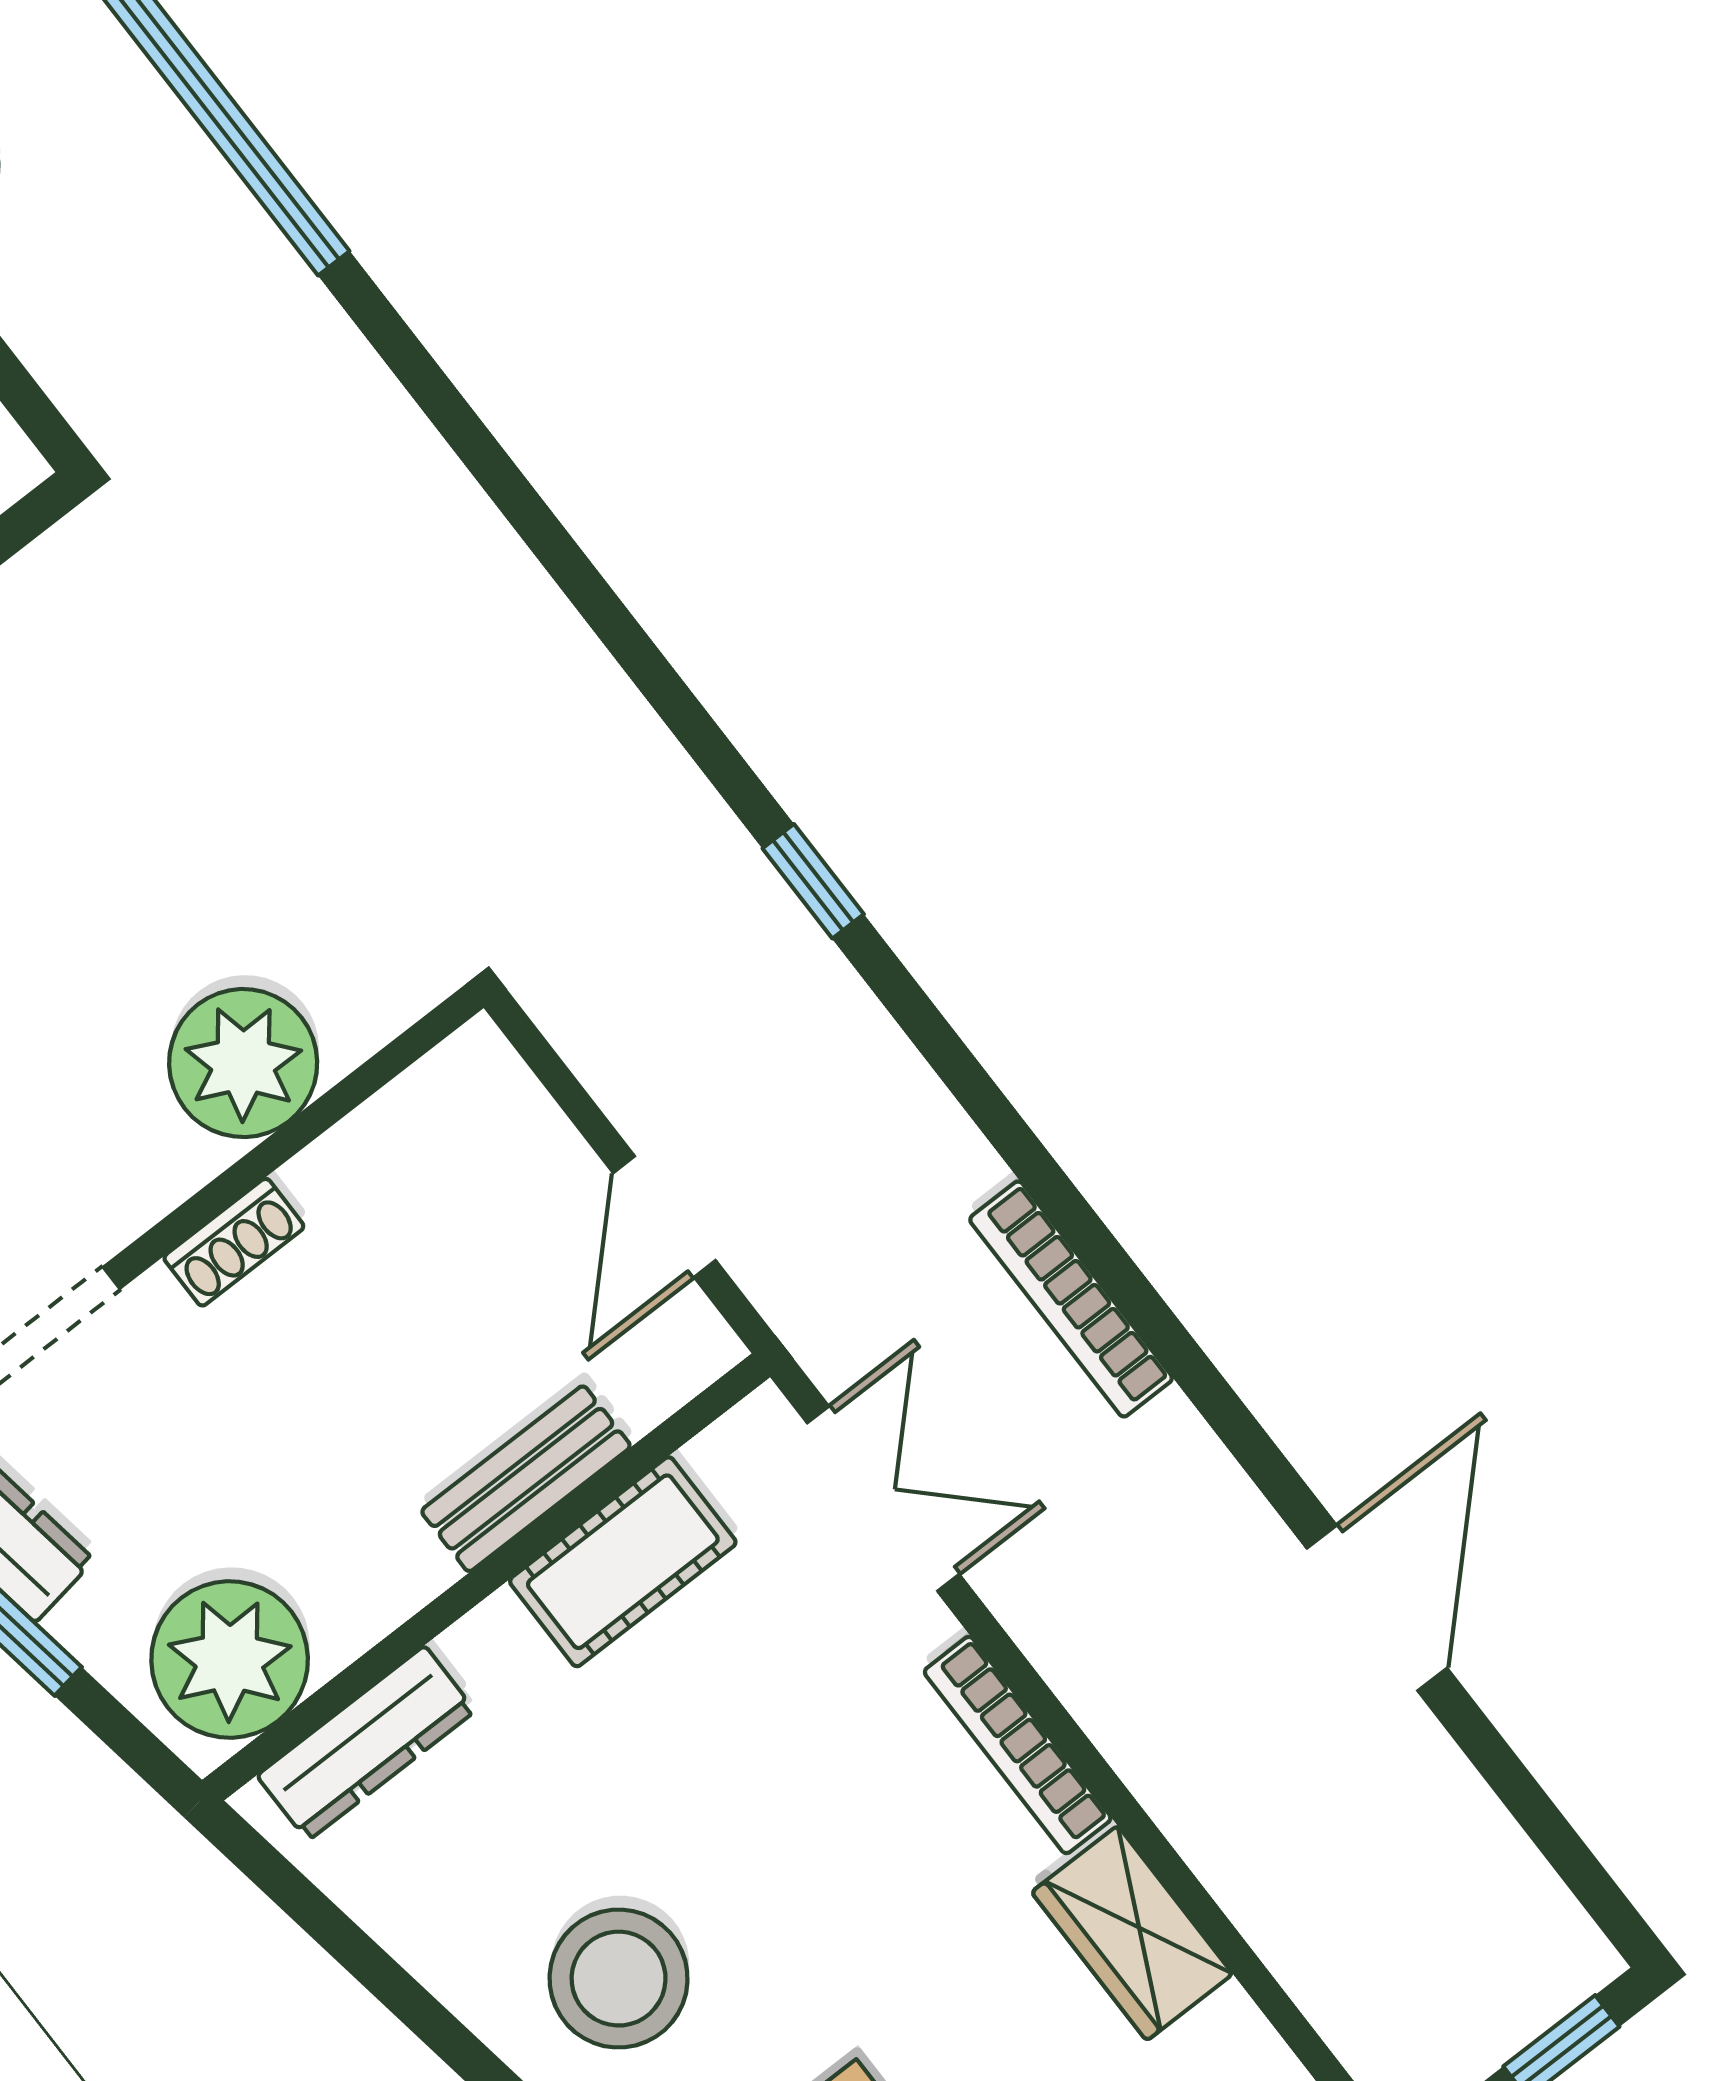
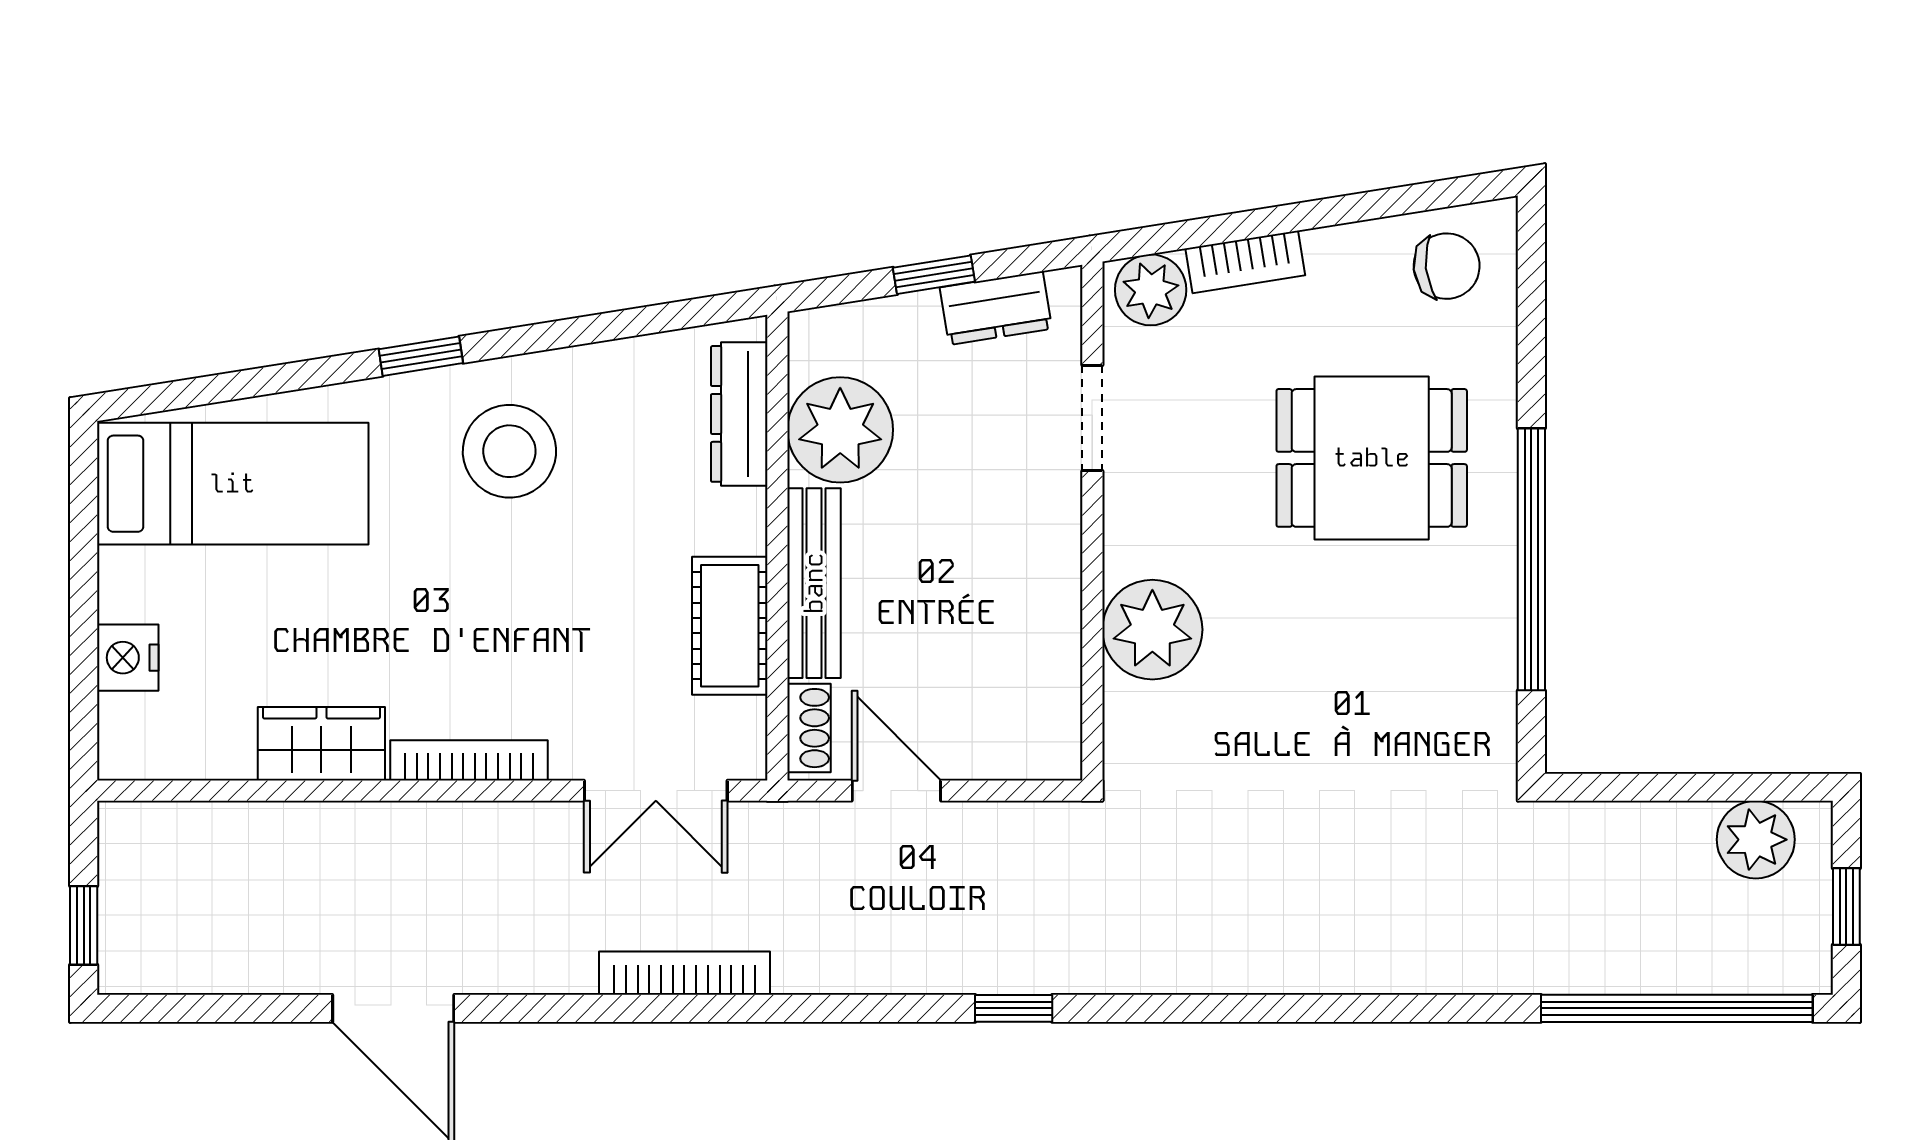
shoe rack: (234, 1242) -> (809, 728), moved, turned 180
bench: (526, 1479) -> (814, 583), width x1.36
plant: (230, 1659) -> (840, 430), moved

